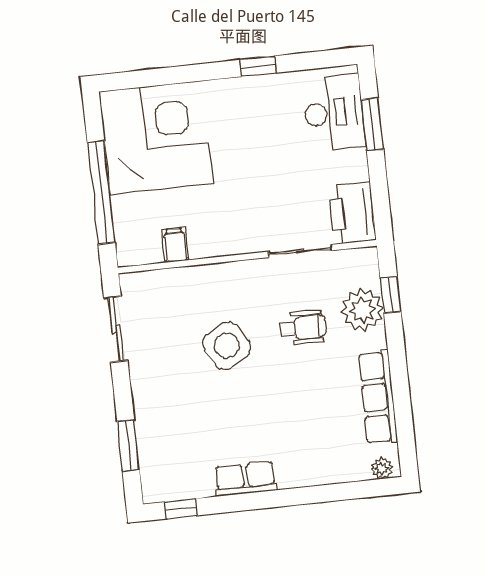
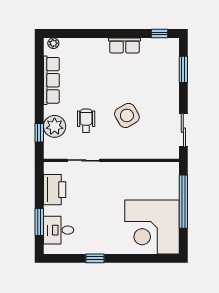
desk: (334, 113) -> (59, 230), width x0.73
printer: (352, 213) -> (55, 190), moved
filing cabinet: (175, 245) -> (148, 170), removed
wheelchair: (303, 327) -> (86, 121), turned 90

